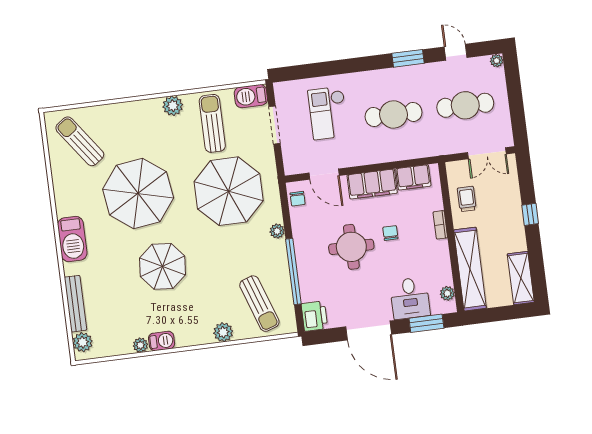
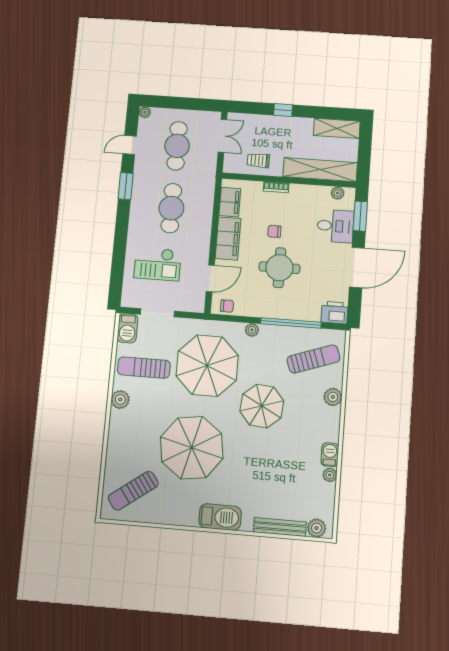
parasol: (163, 266) -> (262, 406), moved

